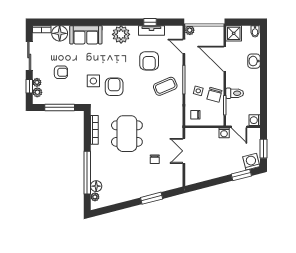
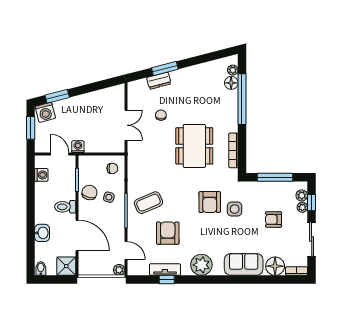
toilet: (235, 93) -> (65, 207), moved
washing machine: (255, 120) -> (41, 175), moved
dresser: (157, 188) -> (159, 81), added

